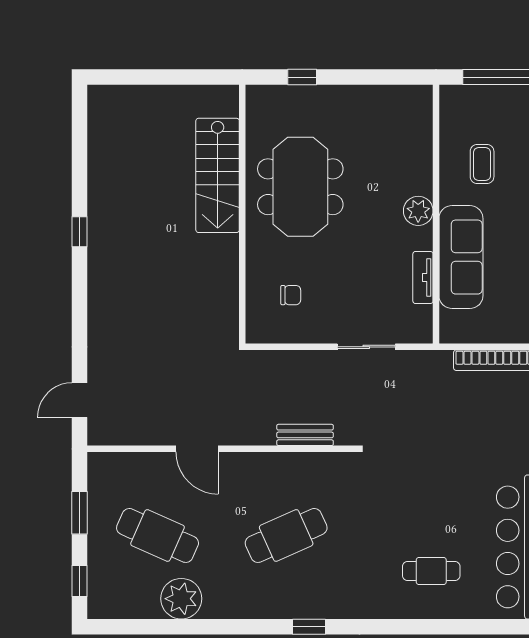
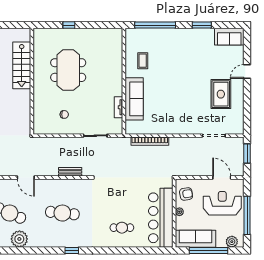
stairs: (218, 175) -> (22, 65), moved
plant: (418, 211) -> (117, 80), removed
wall: (242, 214) -> (32, 81), moved
cafe table: (286, 535) -> (62, 213), turned 30

